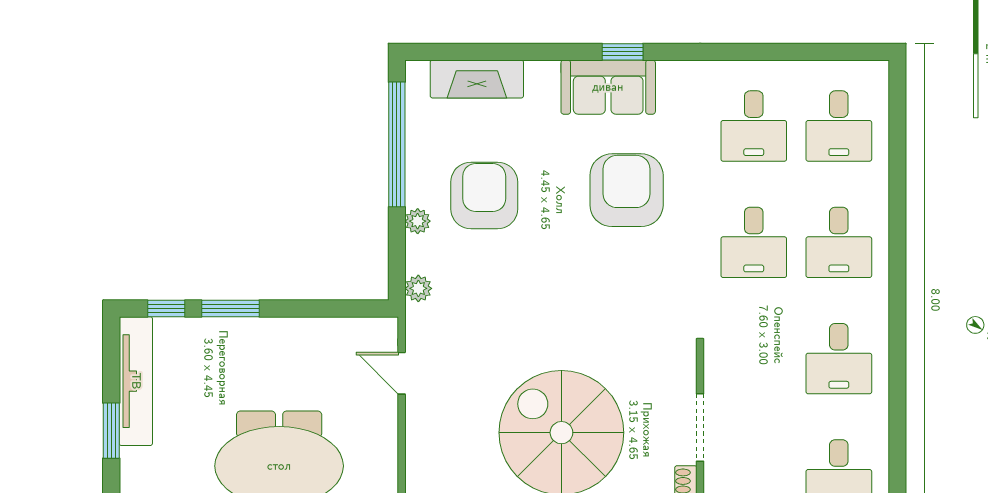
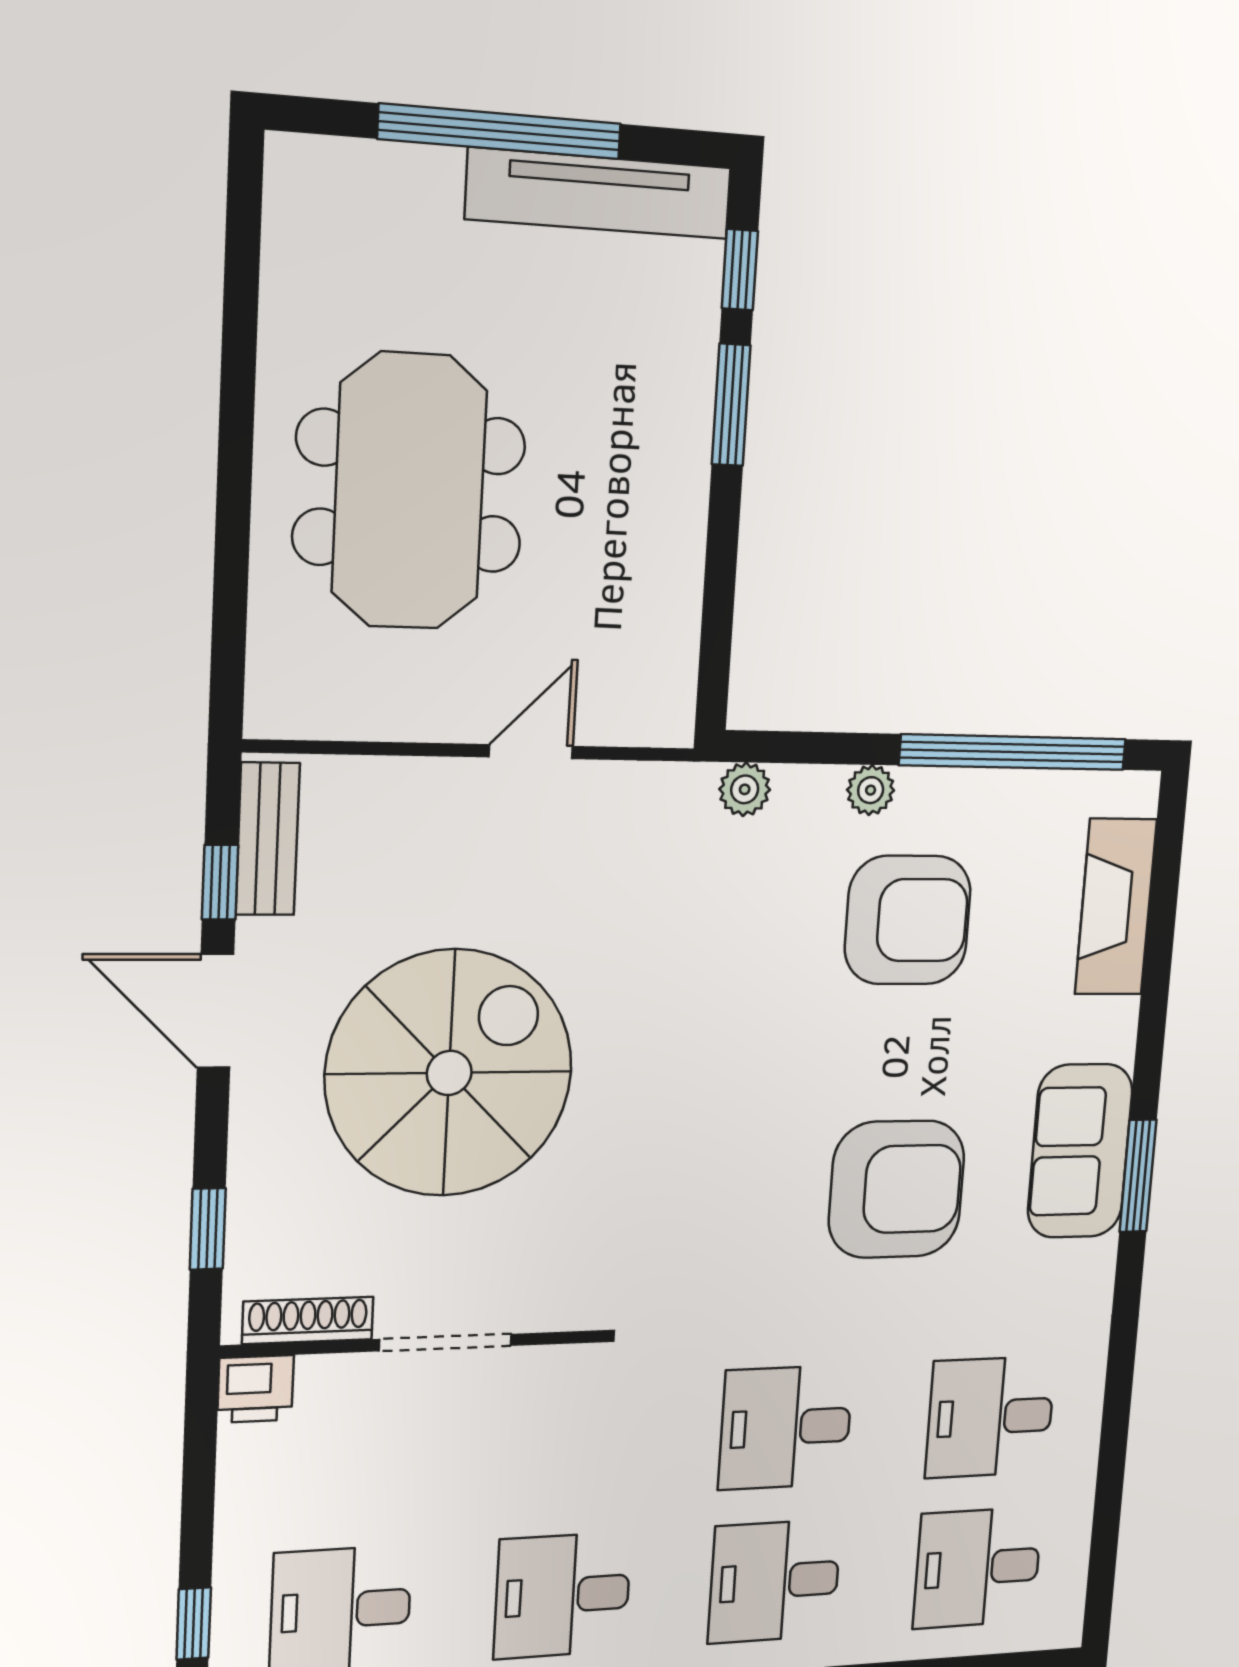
window: (623, 52) -> (1138, 1176), width x1.50
door: (402, 373) -> (531, 752), moved
window: (111, 431) -> (500, 131), width x2.11

